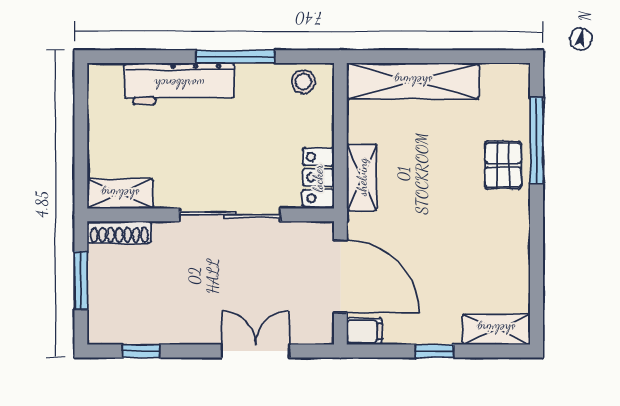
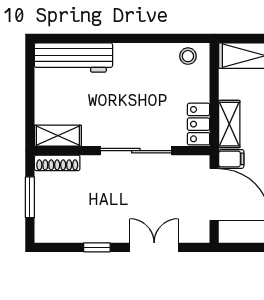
window: (235, 57) -> (140, 38), removed
workbench: (179, 84) -> (73, 57), moved
filing cabinet: (364, 331) -> (231, 159), moved
window: (141, 351) -> (97, 247), moved

